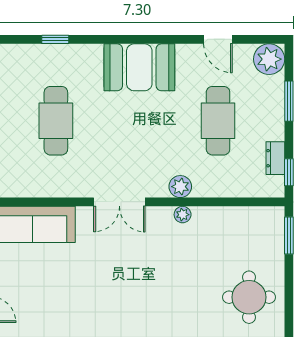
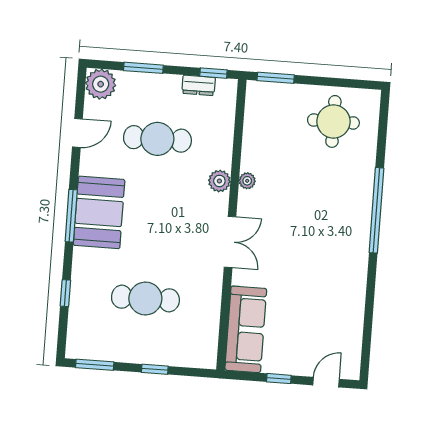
window: (134, 39) -> (71, 216), added

